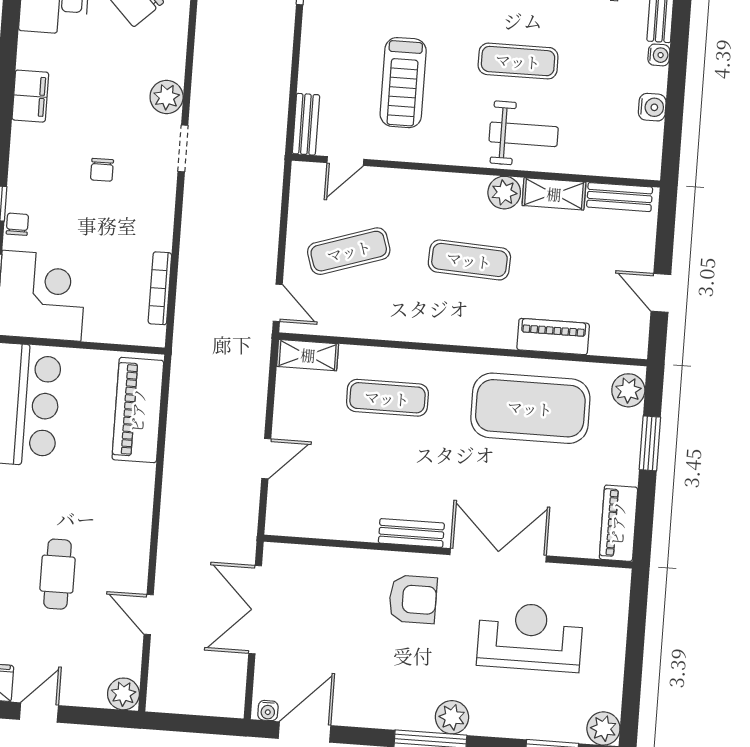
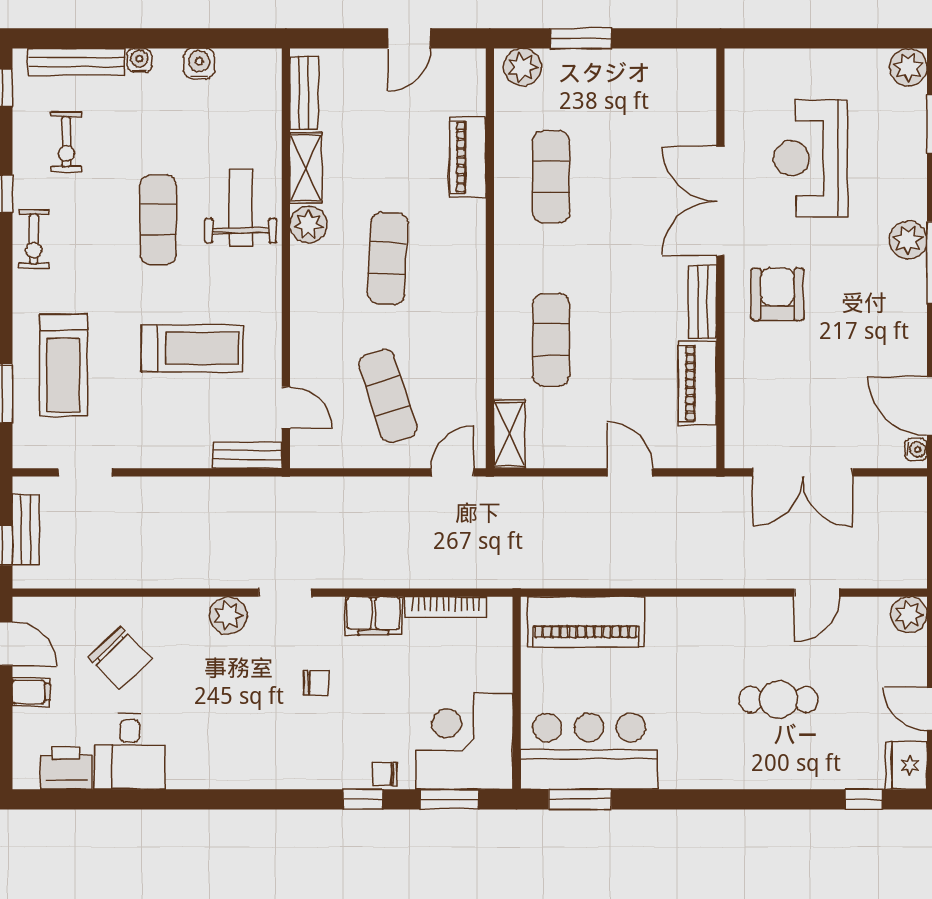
filing cabinet: (30, 96) -> (373, 616), moved, turned 180
exercise mat: (530, 408) -> (551, 177), width x0.50, depth x0.69
piano: (618, 523) -> (697, 383), moved, turned 90

